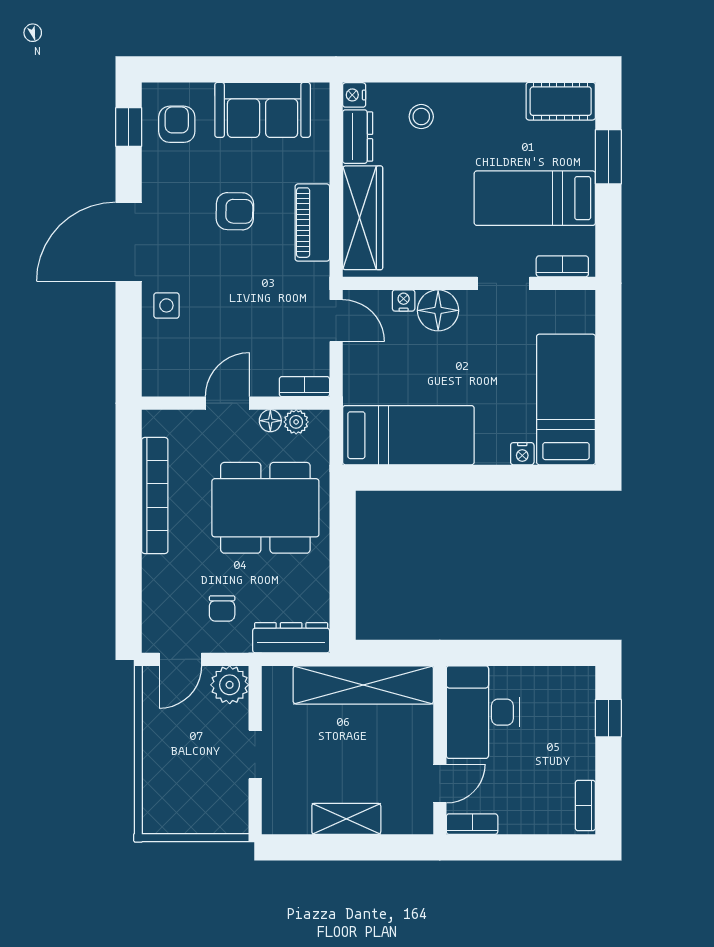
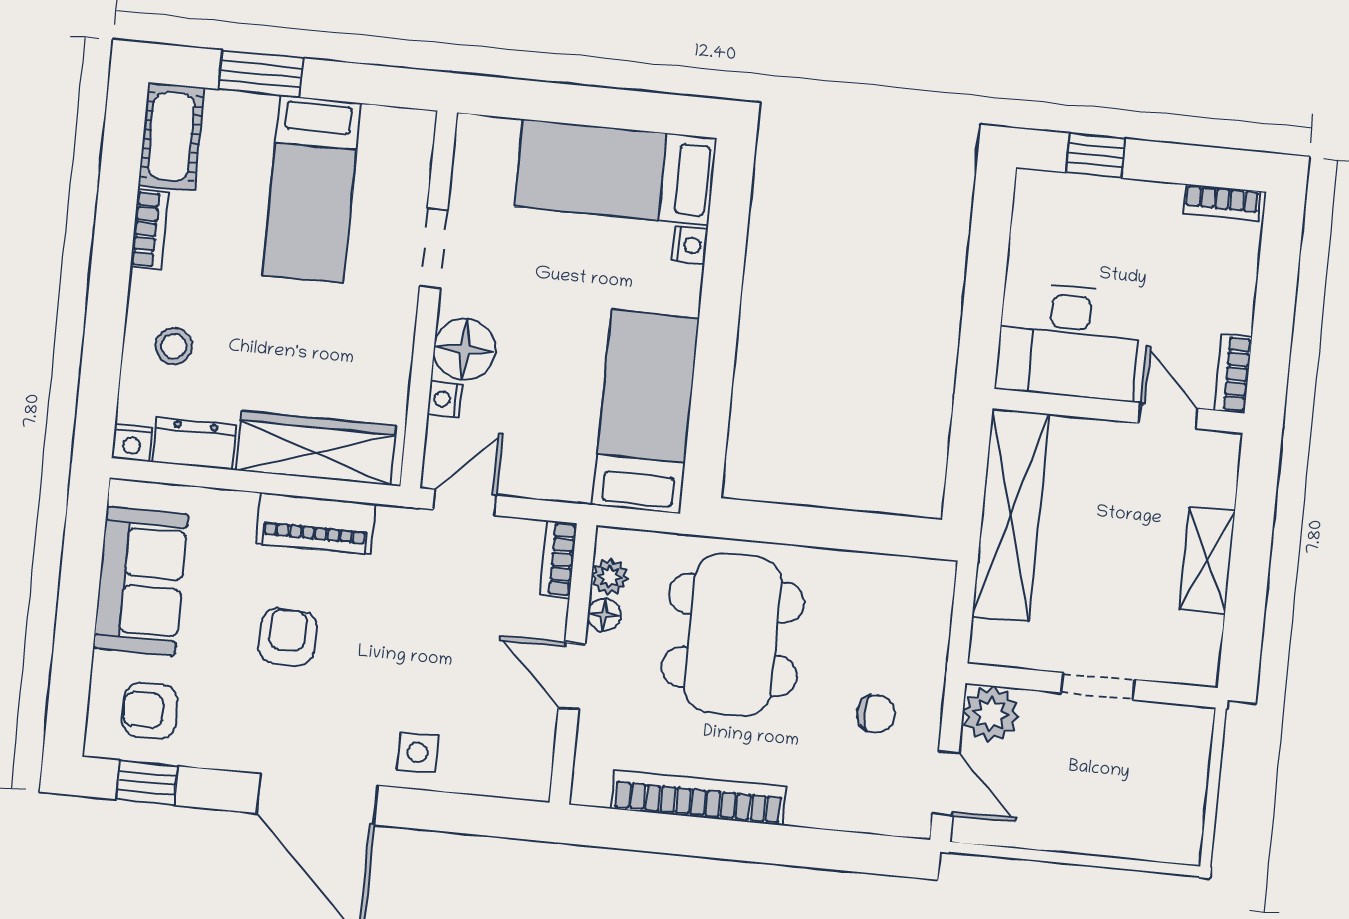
bookcase: (562, 266) -> (149, 229), moved, turned 180
dresser: (291, 638) -> (930, 616), removed

